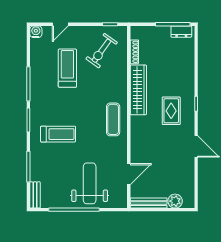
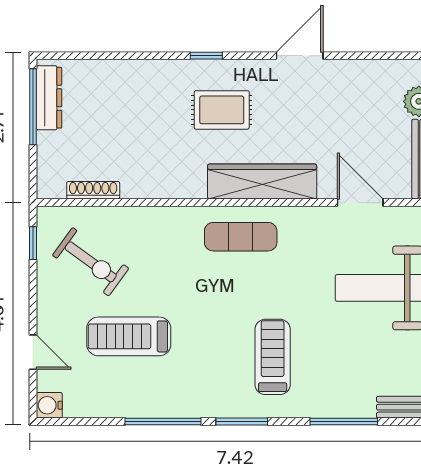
dresser: (181, 32) -> (49, 98), width x1.44
wardrobe: (138, 90) -> (262, 182), moved

